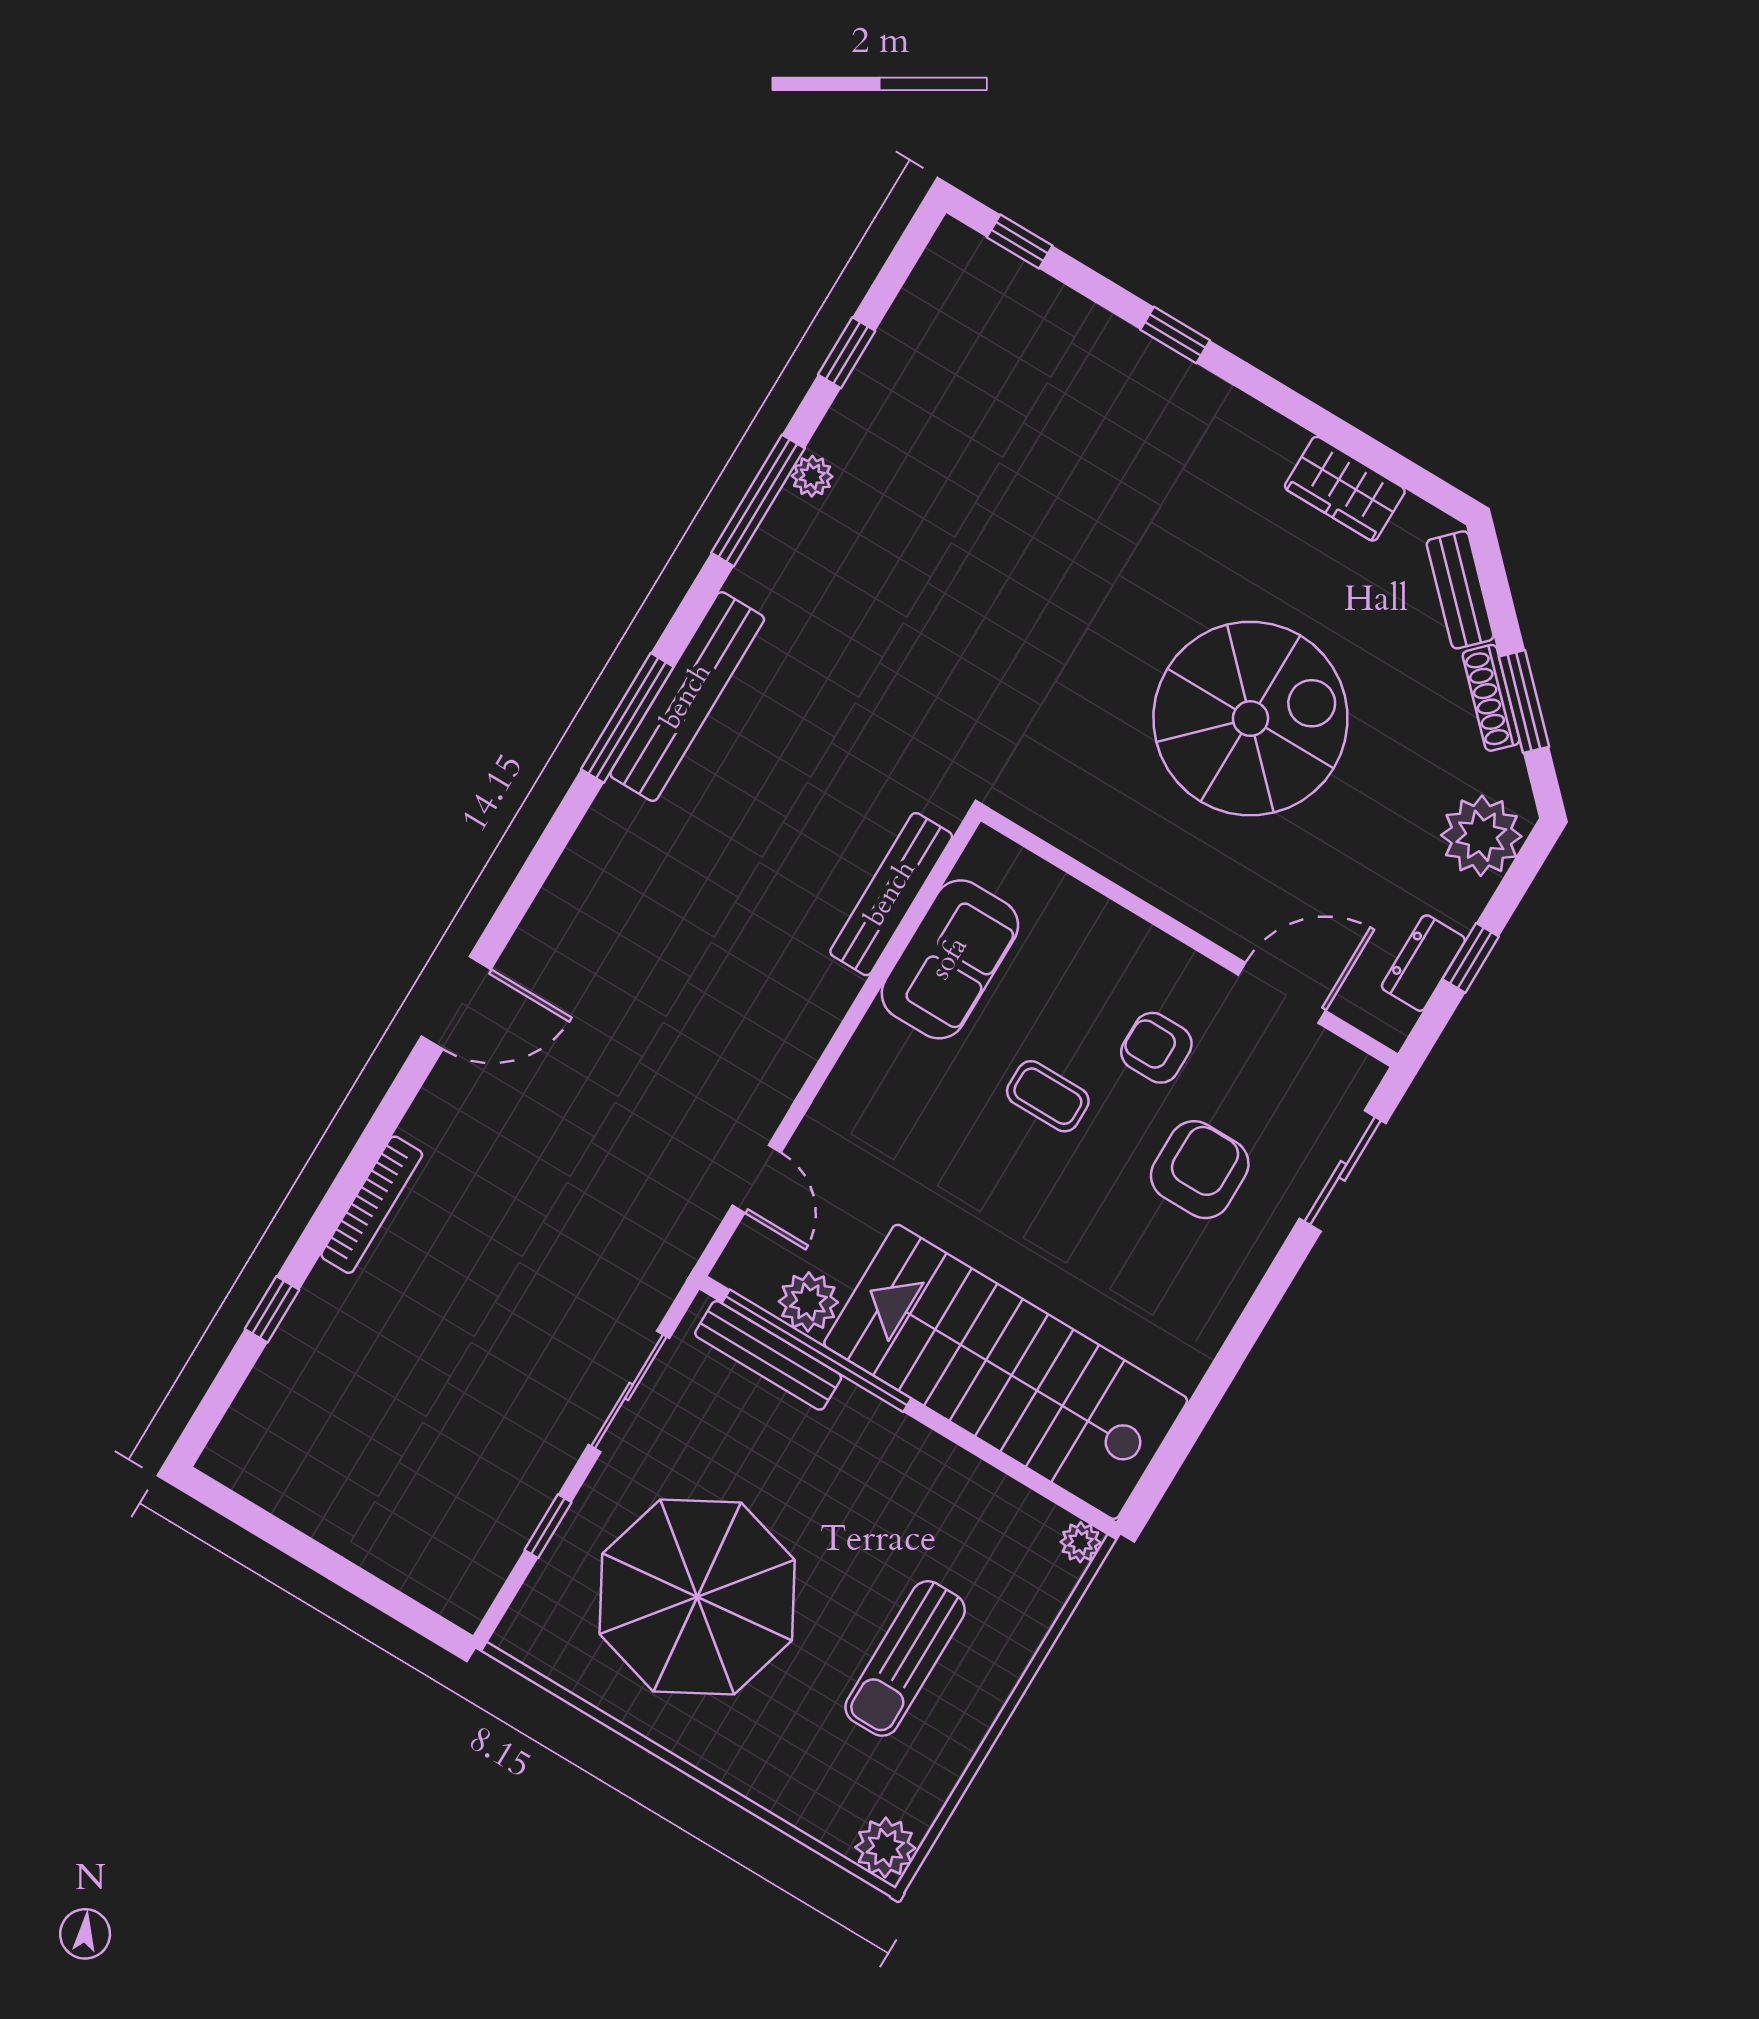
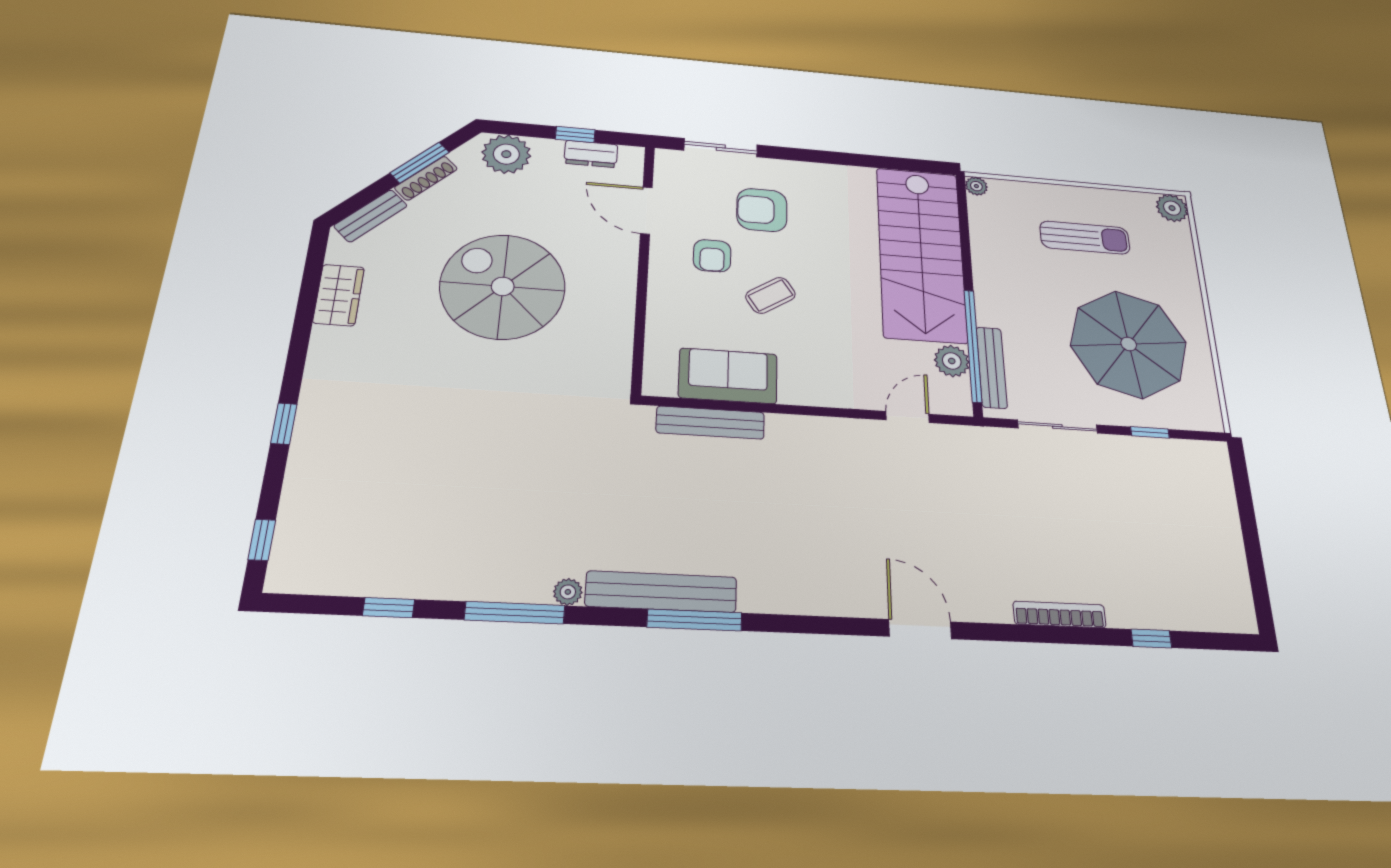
plant: (812, 476) -> (568, 592), moved
coffee table: (1048, 1096) -> (770, 295), turned 57

